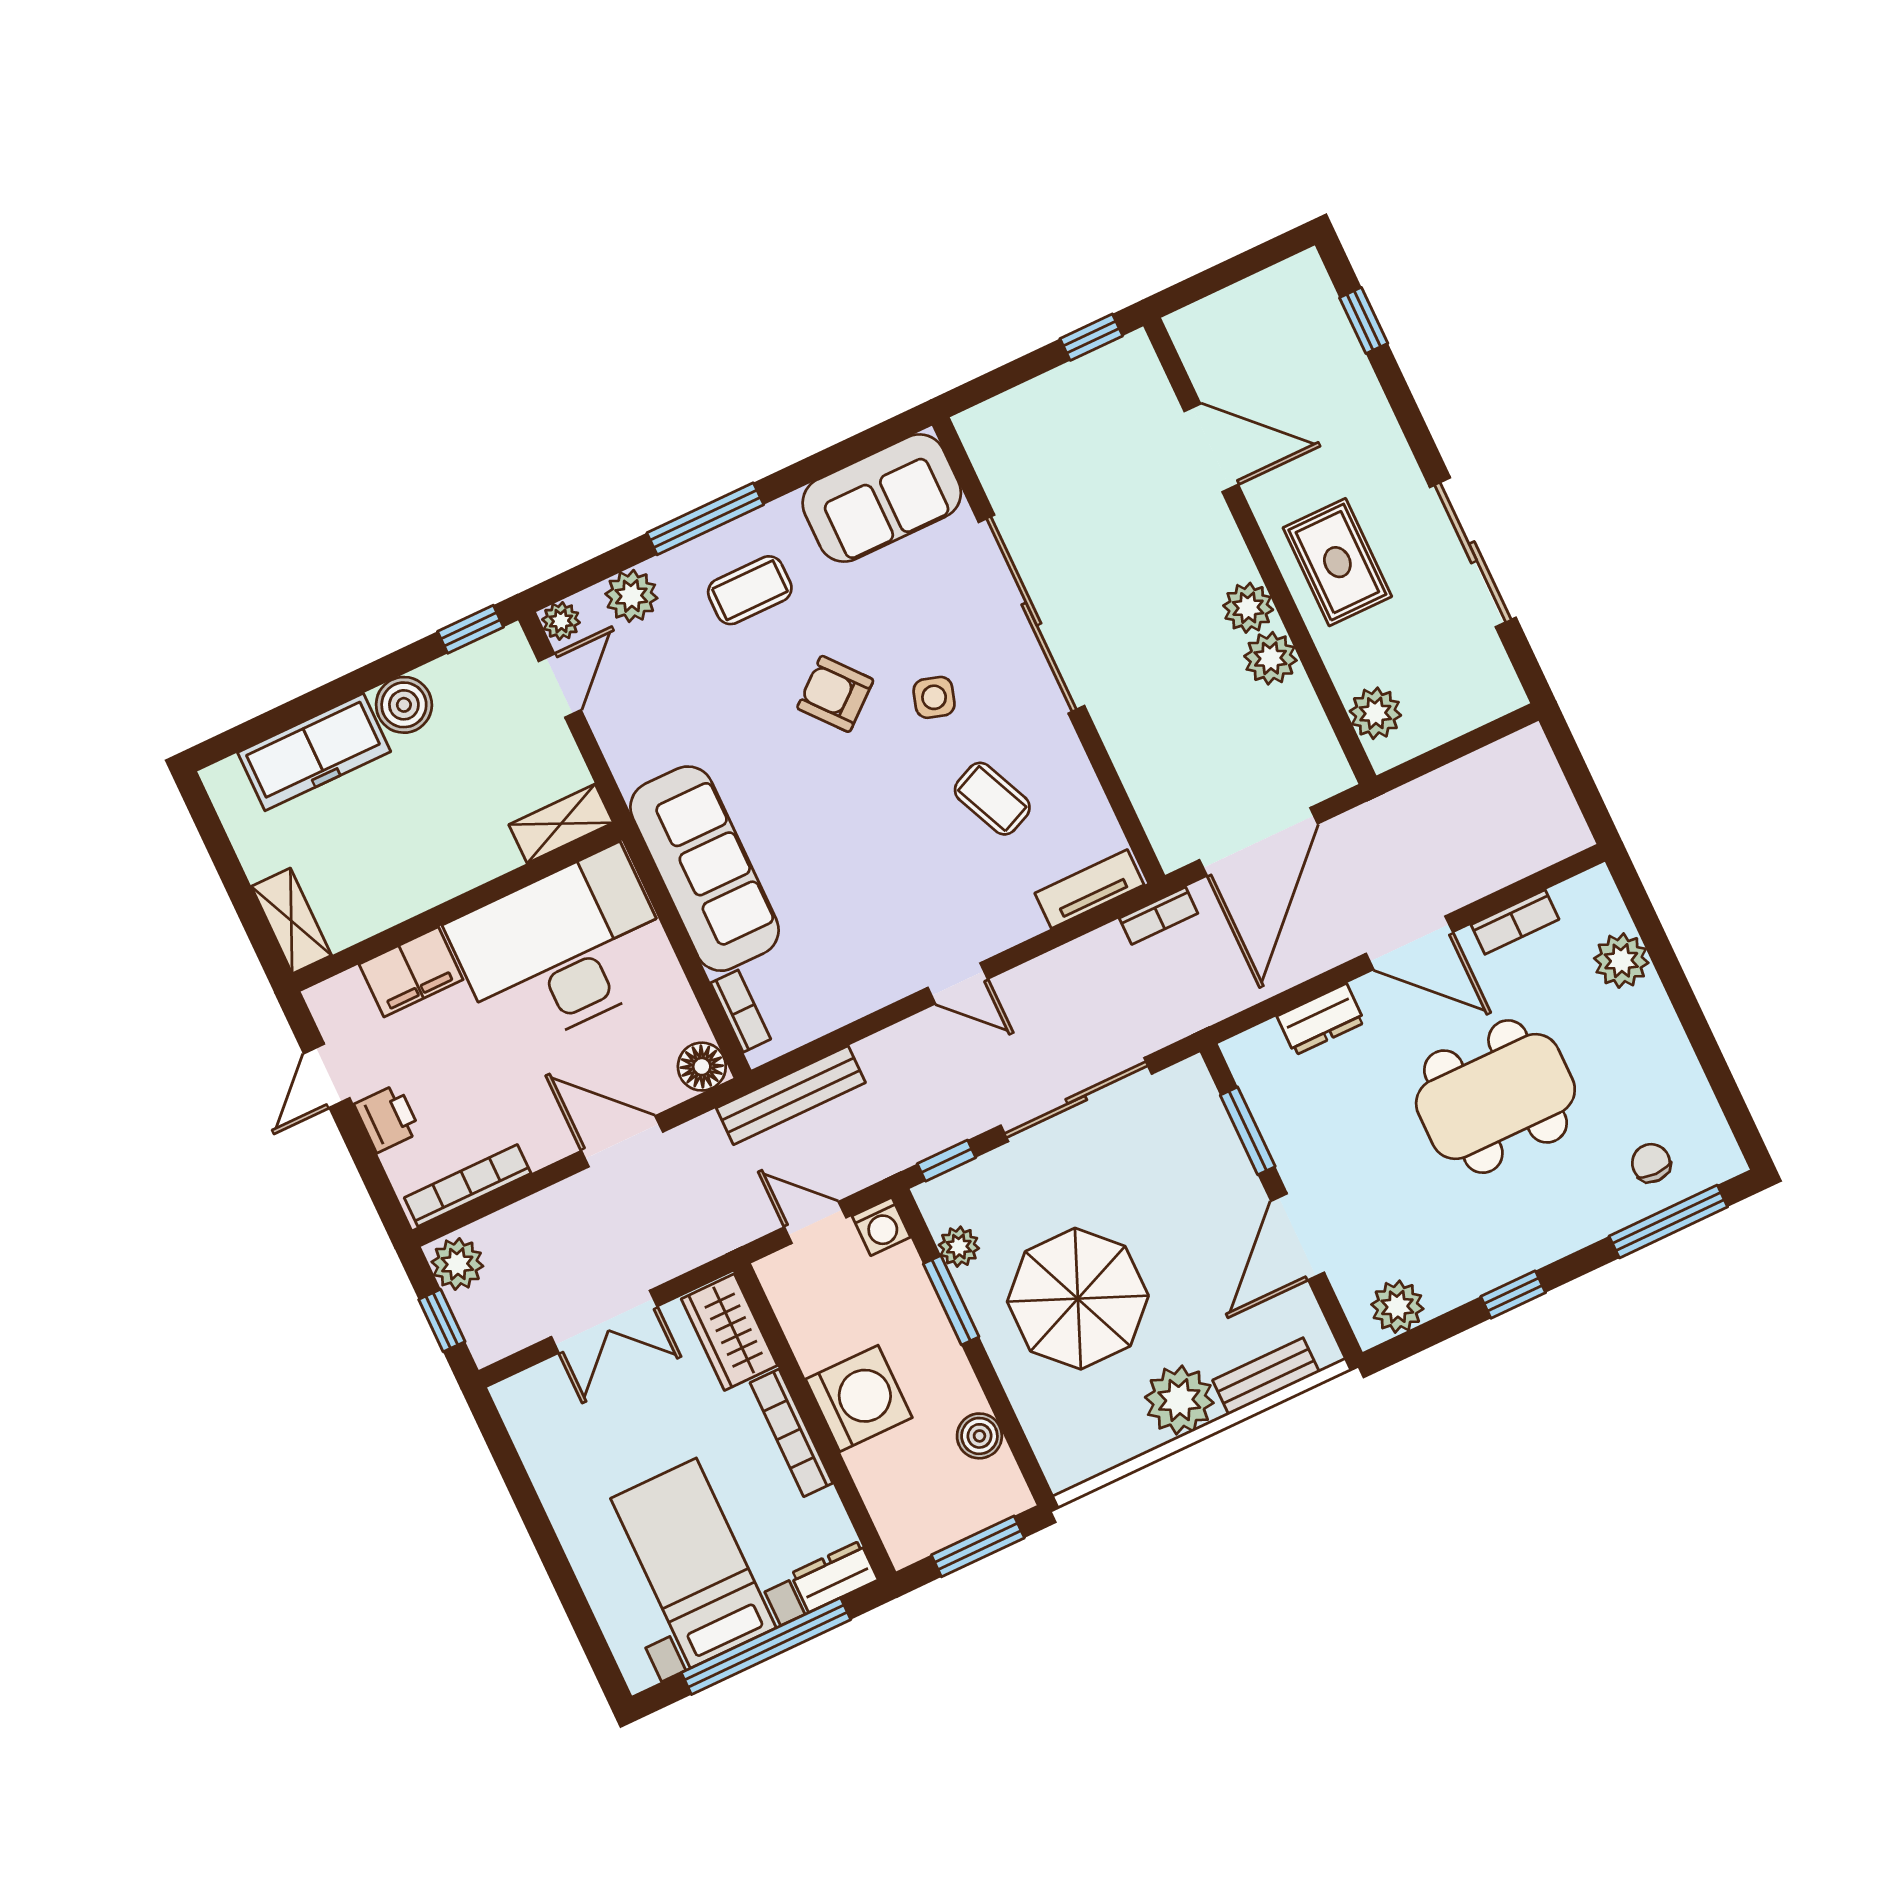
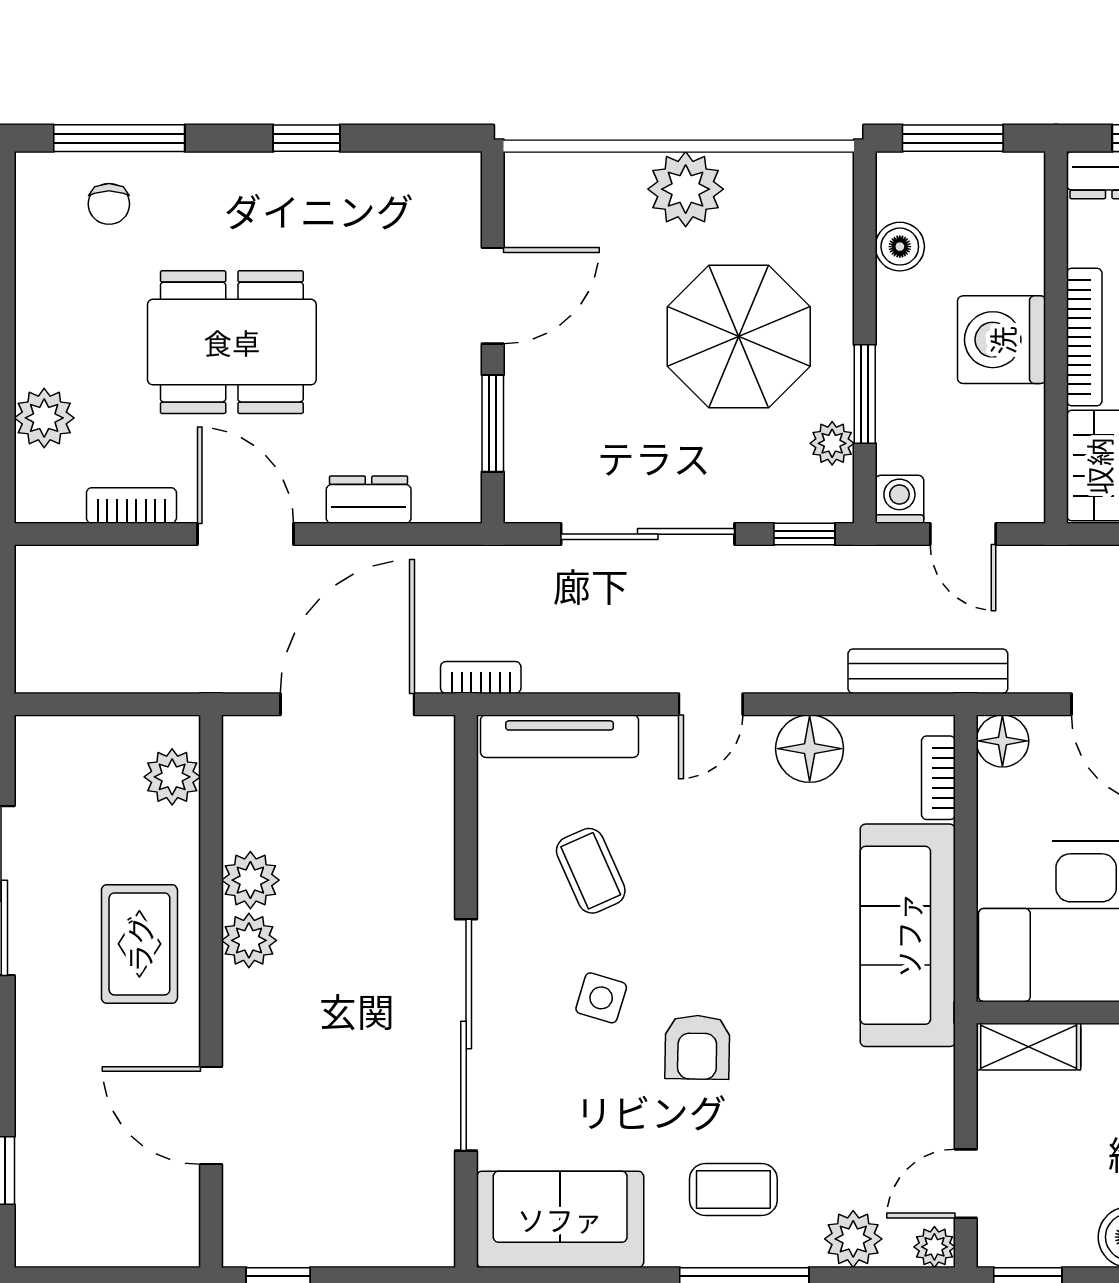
armchair: (835, 694) -> (697, 1047), turned 41
tv unit: (1089, 889) -> (560, 736), width x1.41
door: (958, 983) -> (711, 704), swing flipped
floor lamp: (859, 985) -> (810, 749), added
plant: (1397, 1307) -> (427, 180), removed
bench: (1266, 1376) -> (589, 172), removed

